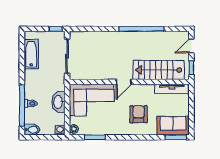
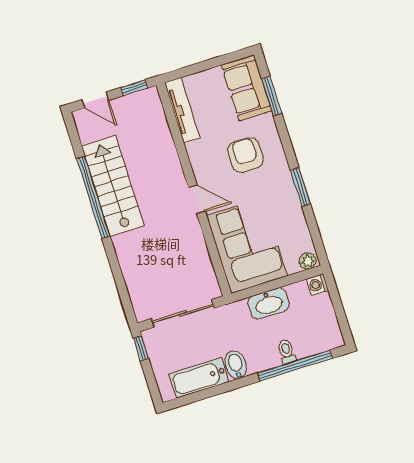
stairs: (159, 70) -> (113, 186), moved, turned 180
armchair: (139, 114) -> (245, 155), turned 90
bidet: (32, 130) -> (236, 365), moved
window: (95, 137) -> (300, 187), moved
window: (176, 137) -> (272, 96), moved

